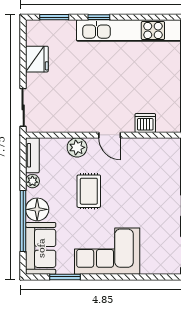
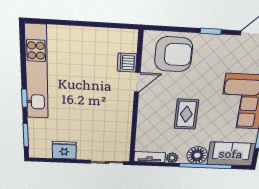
door: (110, 135) -> (137, 82), moved
plant: (77, 147) -> (146, 122), removed
armchair: (157, 170) -> (174, 54), added
rug: (89, 191) -> (186, 114), turned 90

